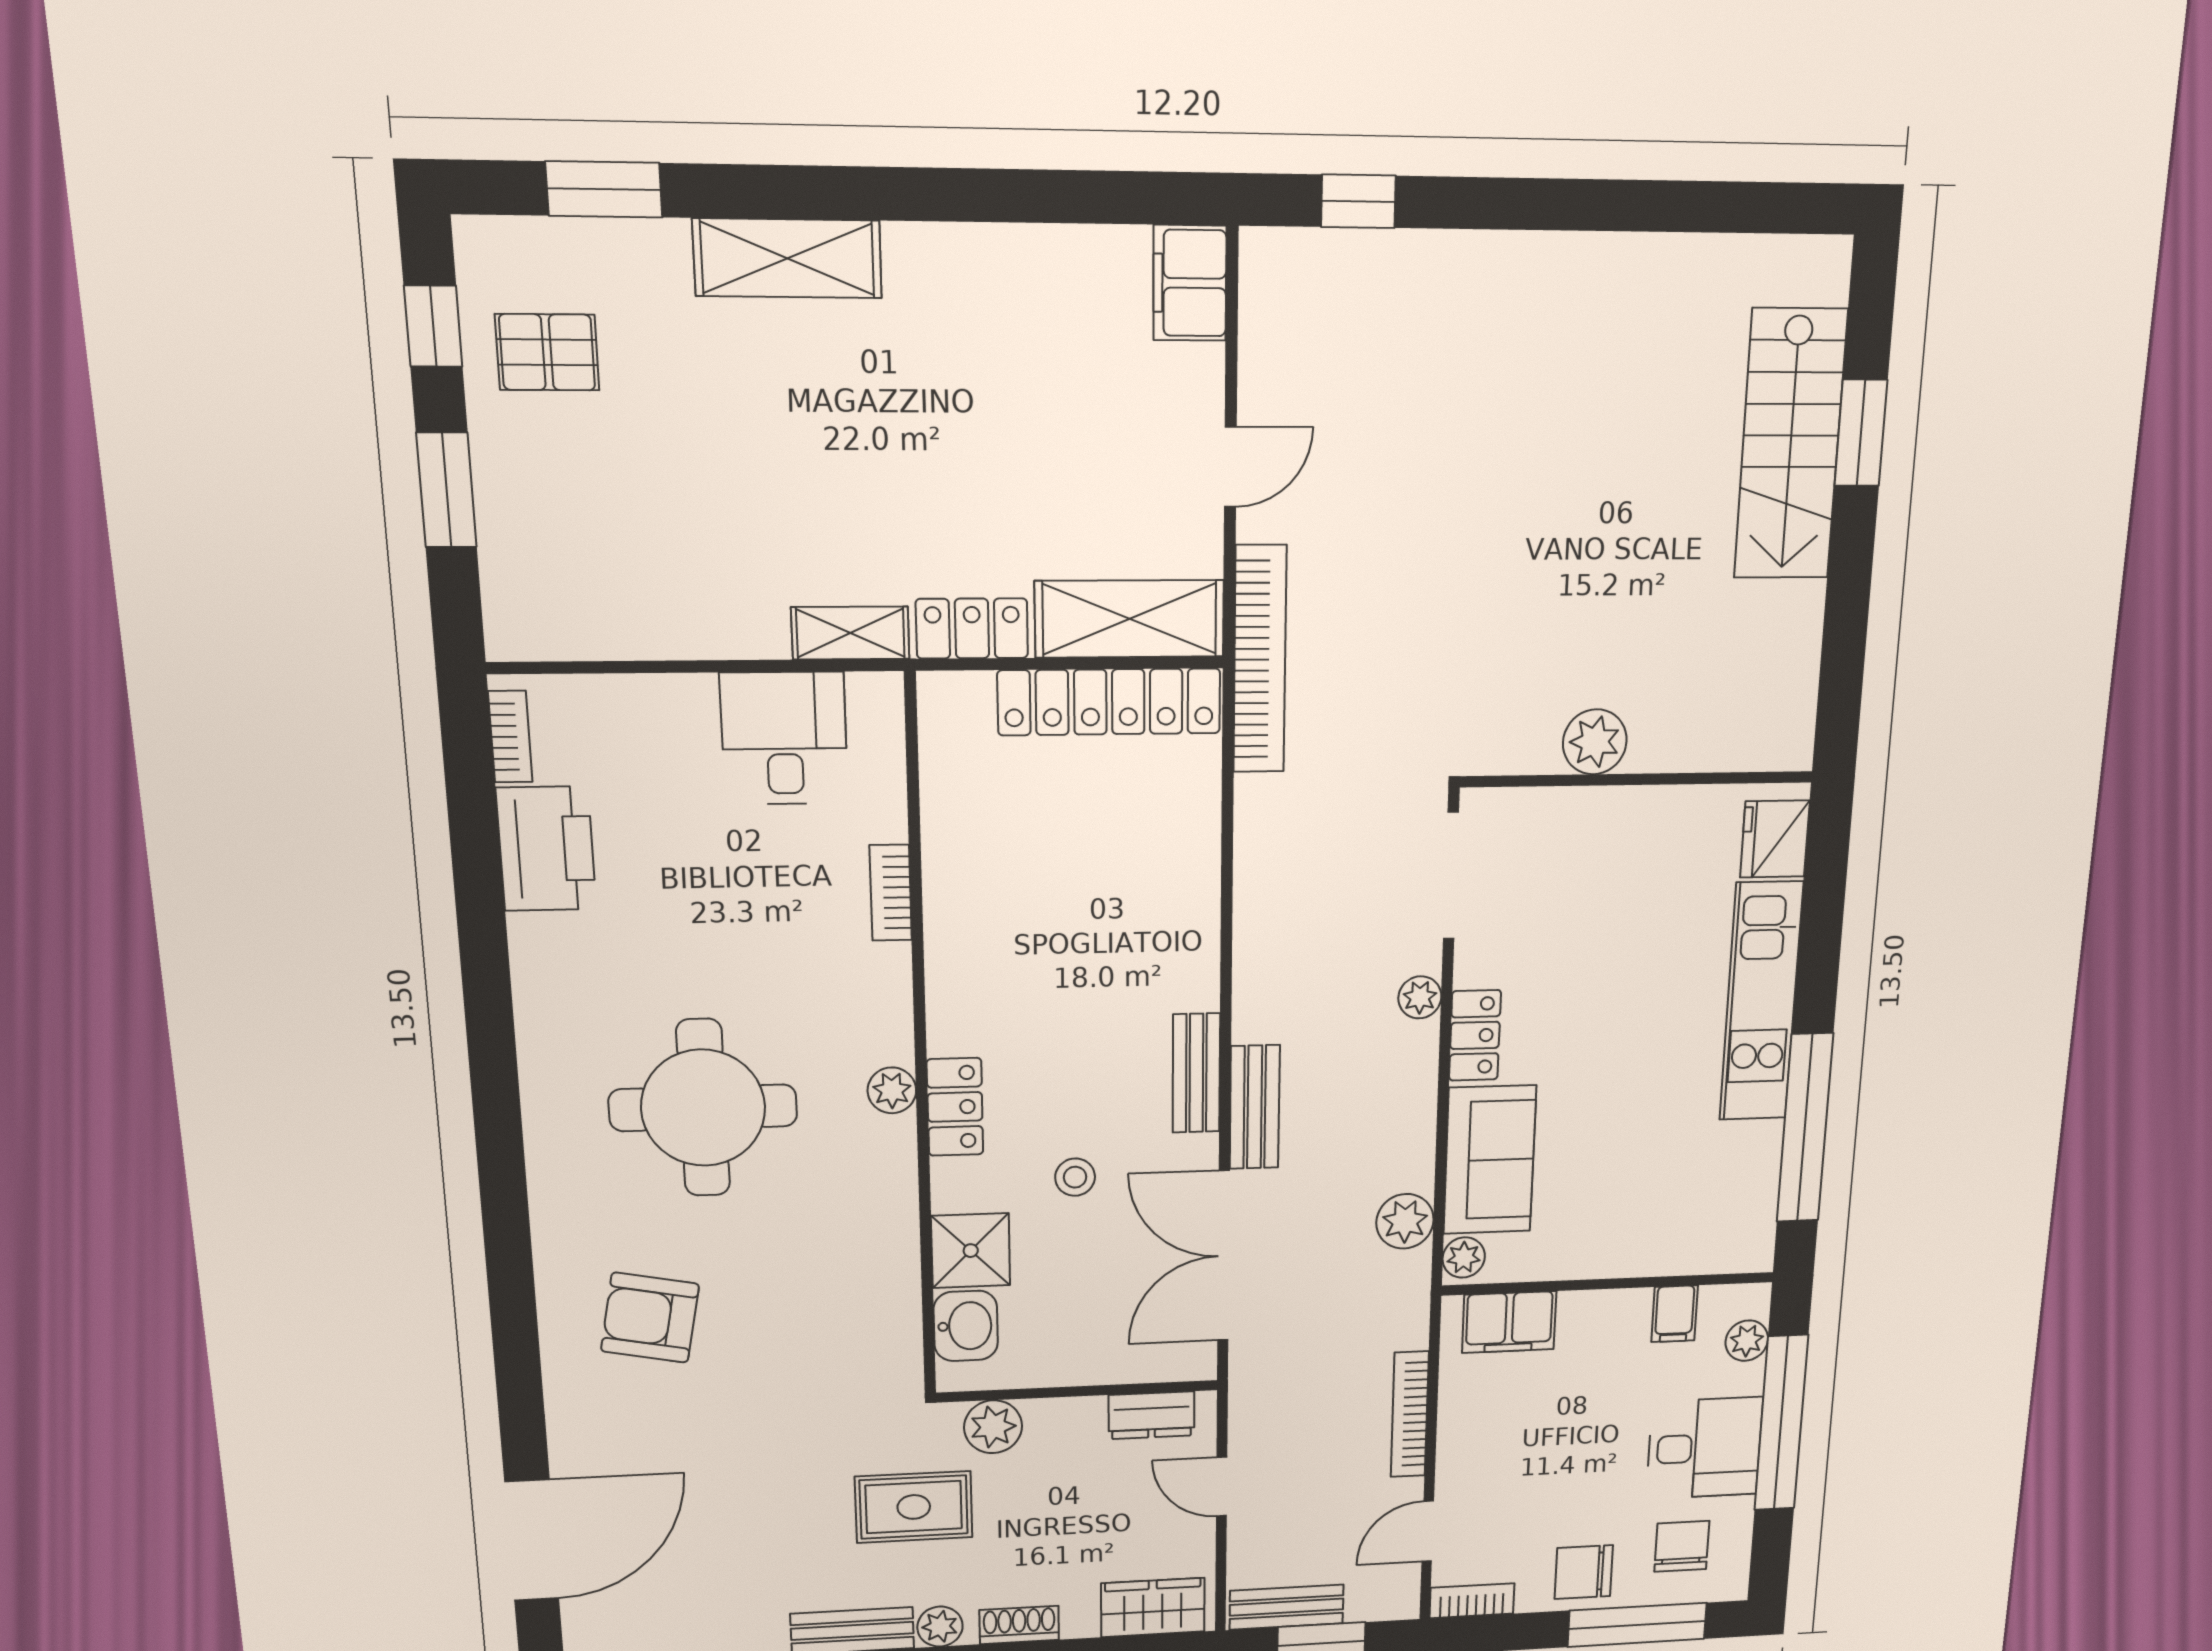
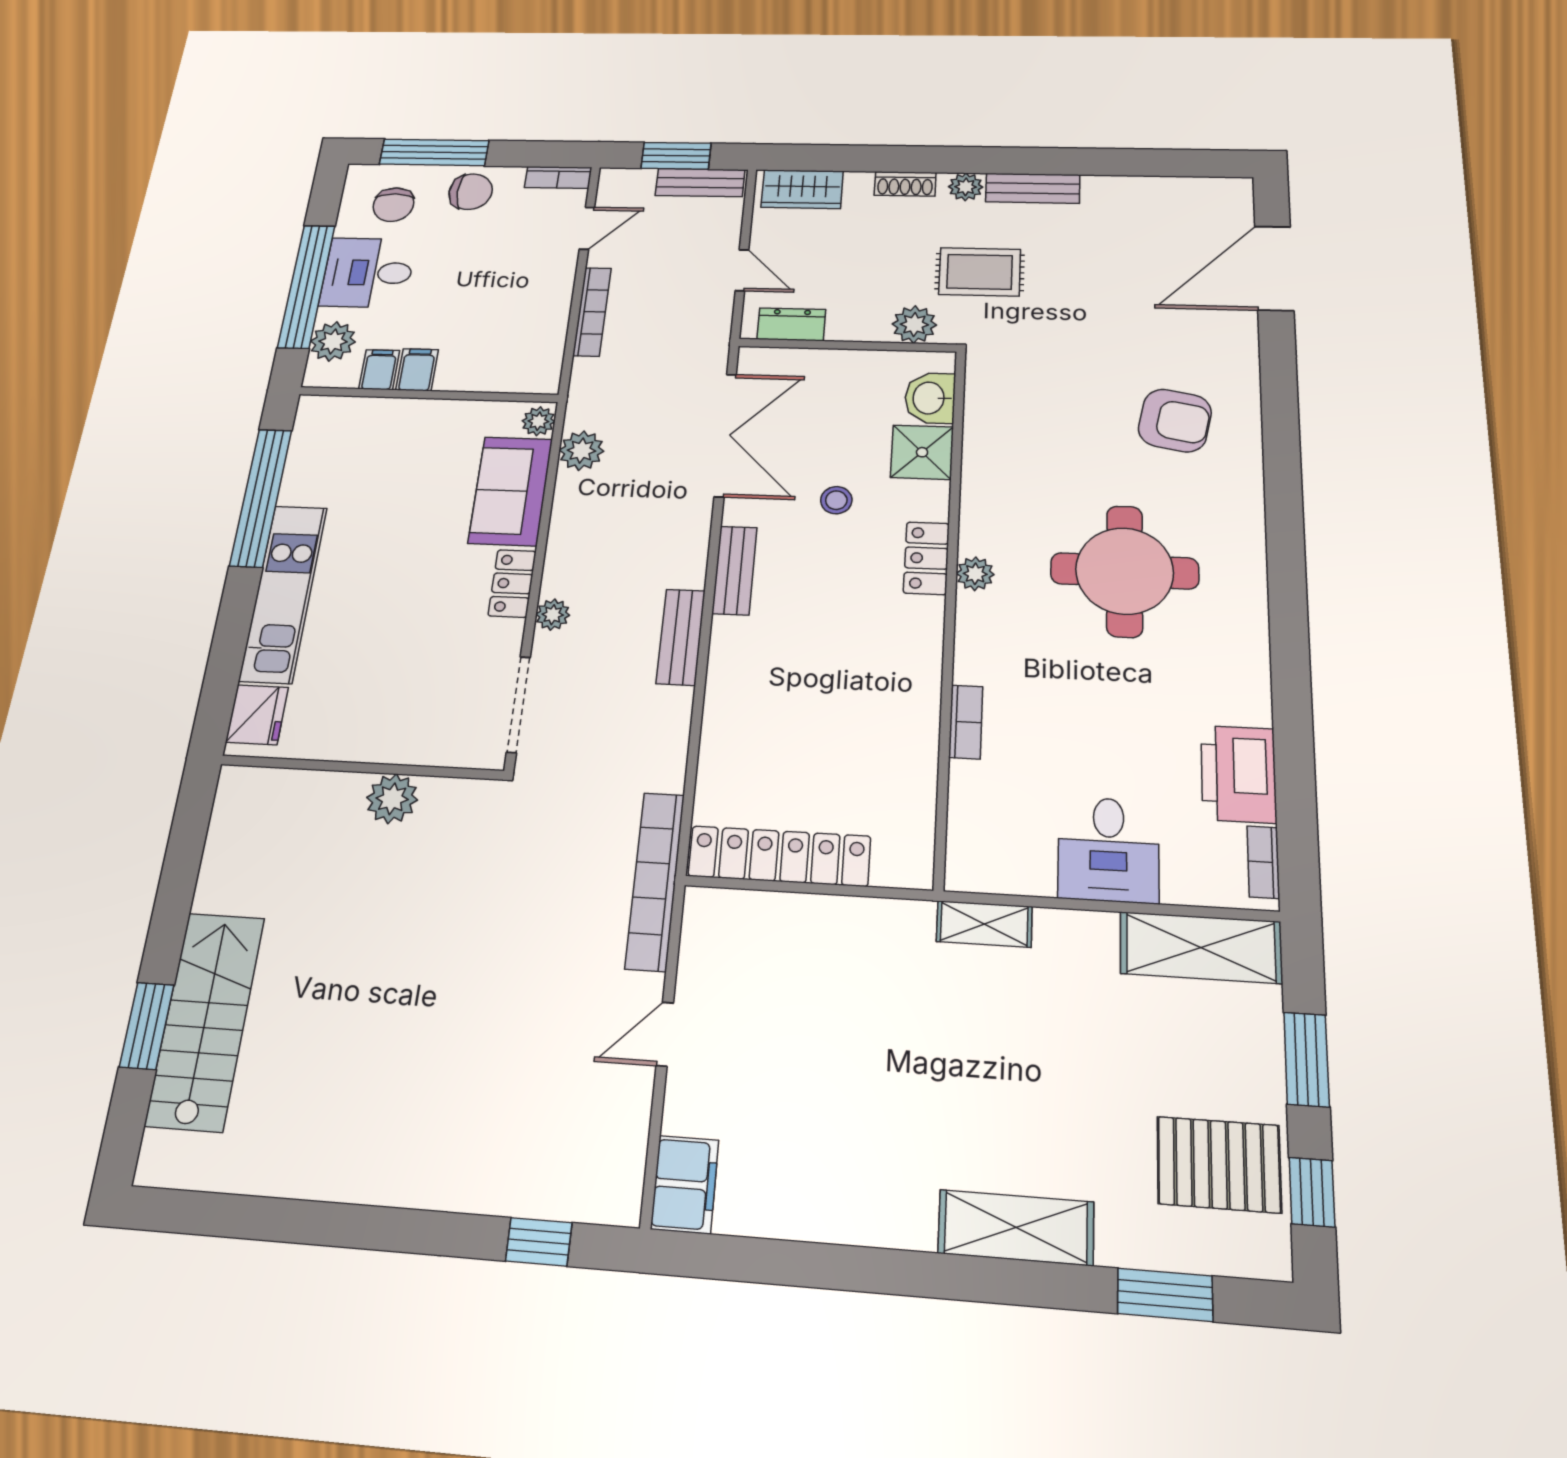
pallet: (547, 352) -> (1219, 1164), width x1.50, depth x1.42
shelving: (1130, 619) -> (1201, 947), moved
locker: (972, 628) -> (886, 921), removed
desk: (784, 738) -> (1108, 849), moved
bench: (1255, 1107) -> (681, 637), moved
filing cabinet: (1509, 1322) -> (417, 370), moved, width x0.50
plant: (1747, 1341) -> (333, 341), width x1.38, depth x1.38

